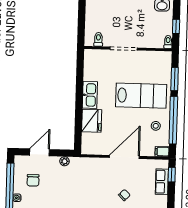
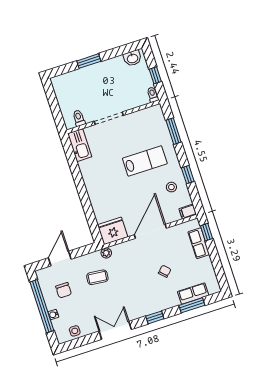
kitchen sink: (90, 95) -> (80, 145), moved
lab bench: (141, 96) -> (145, 161), width x0.73, depth x0.72
window: (173, 120) -> (188, 175), width x0.32
fridge: (92, 121) -> (113, 231), moved, turned -90
plant: (65, 161) -> (106, 253), moved
coffee table: (66, 180) -> (97, 277), added

